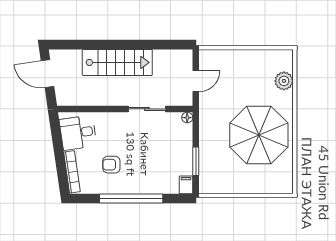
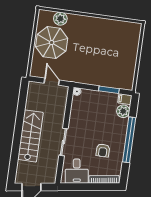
sliding door: (147, 109) -> (64, 142), moved
parasol: (259, 135) -> (52, 43), moved, width x0.73, depth x0.73
plant: (169, 185) -> (123, 111), added

